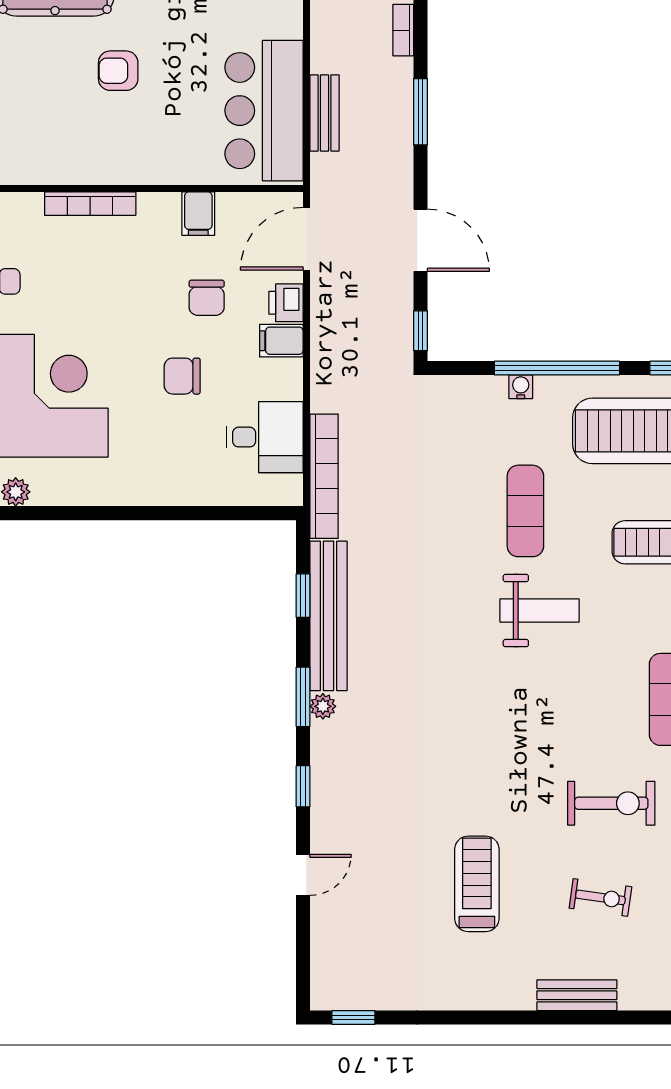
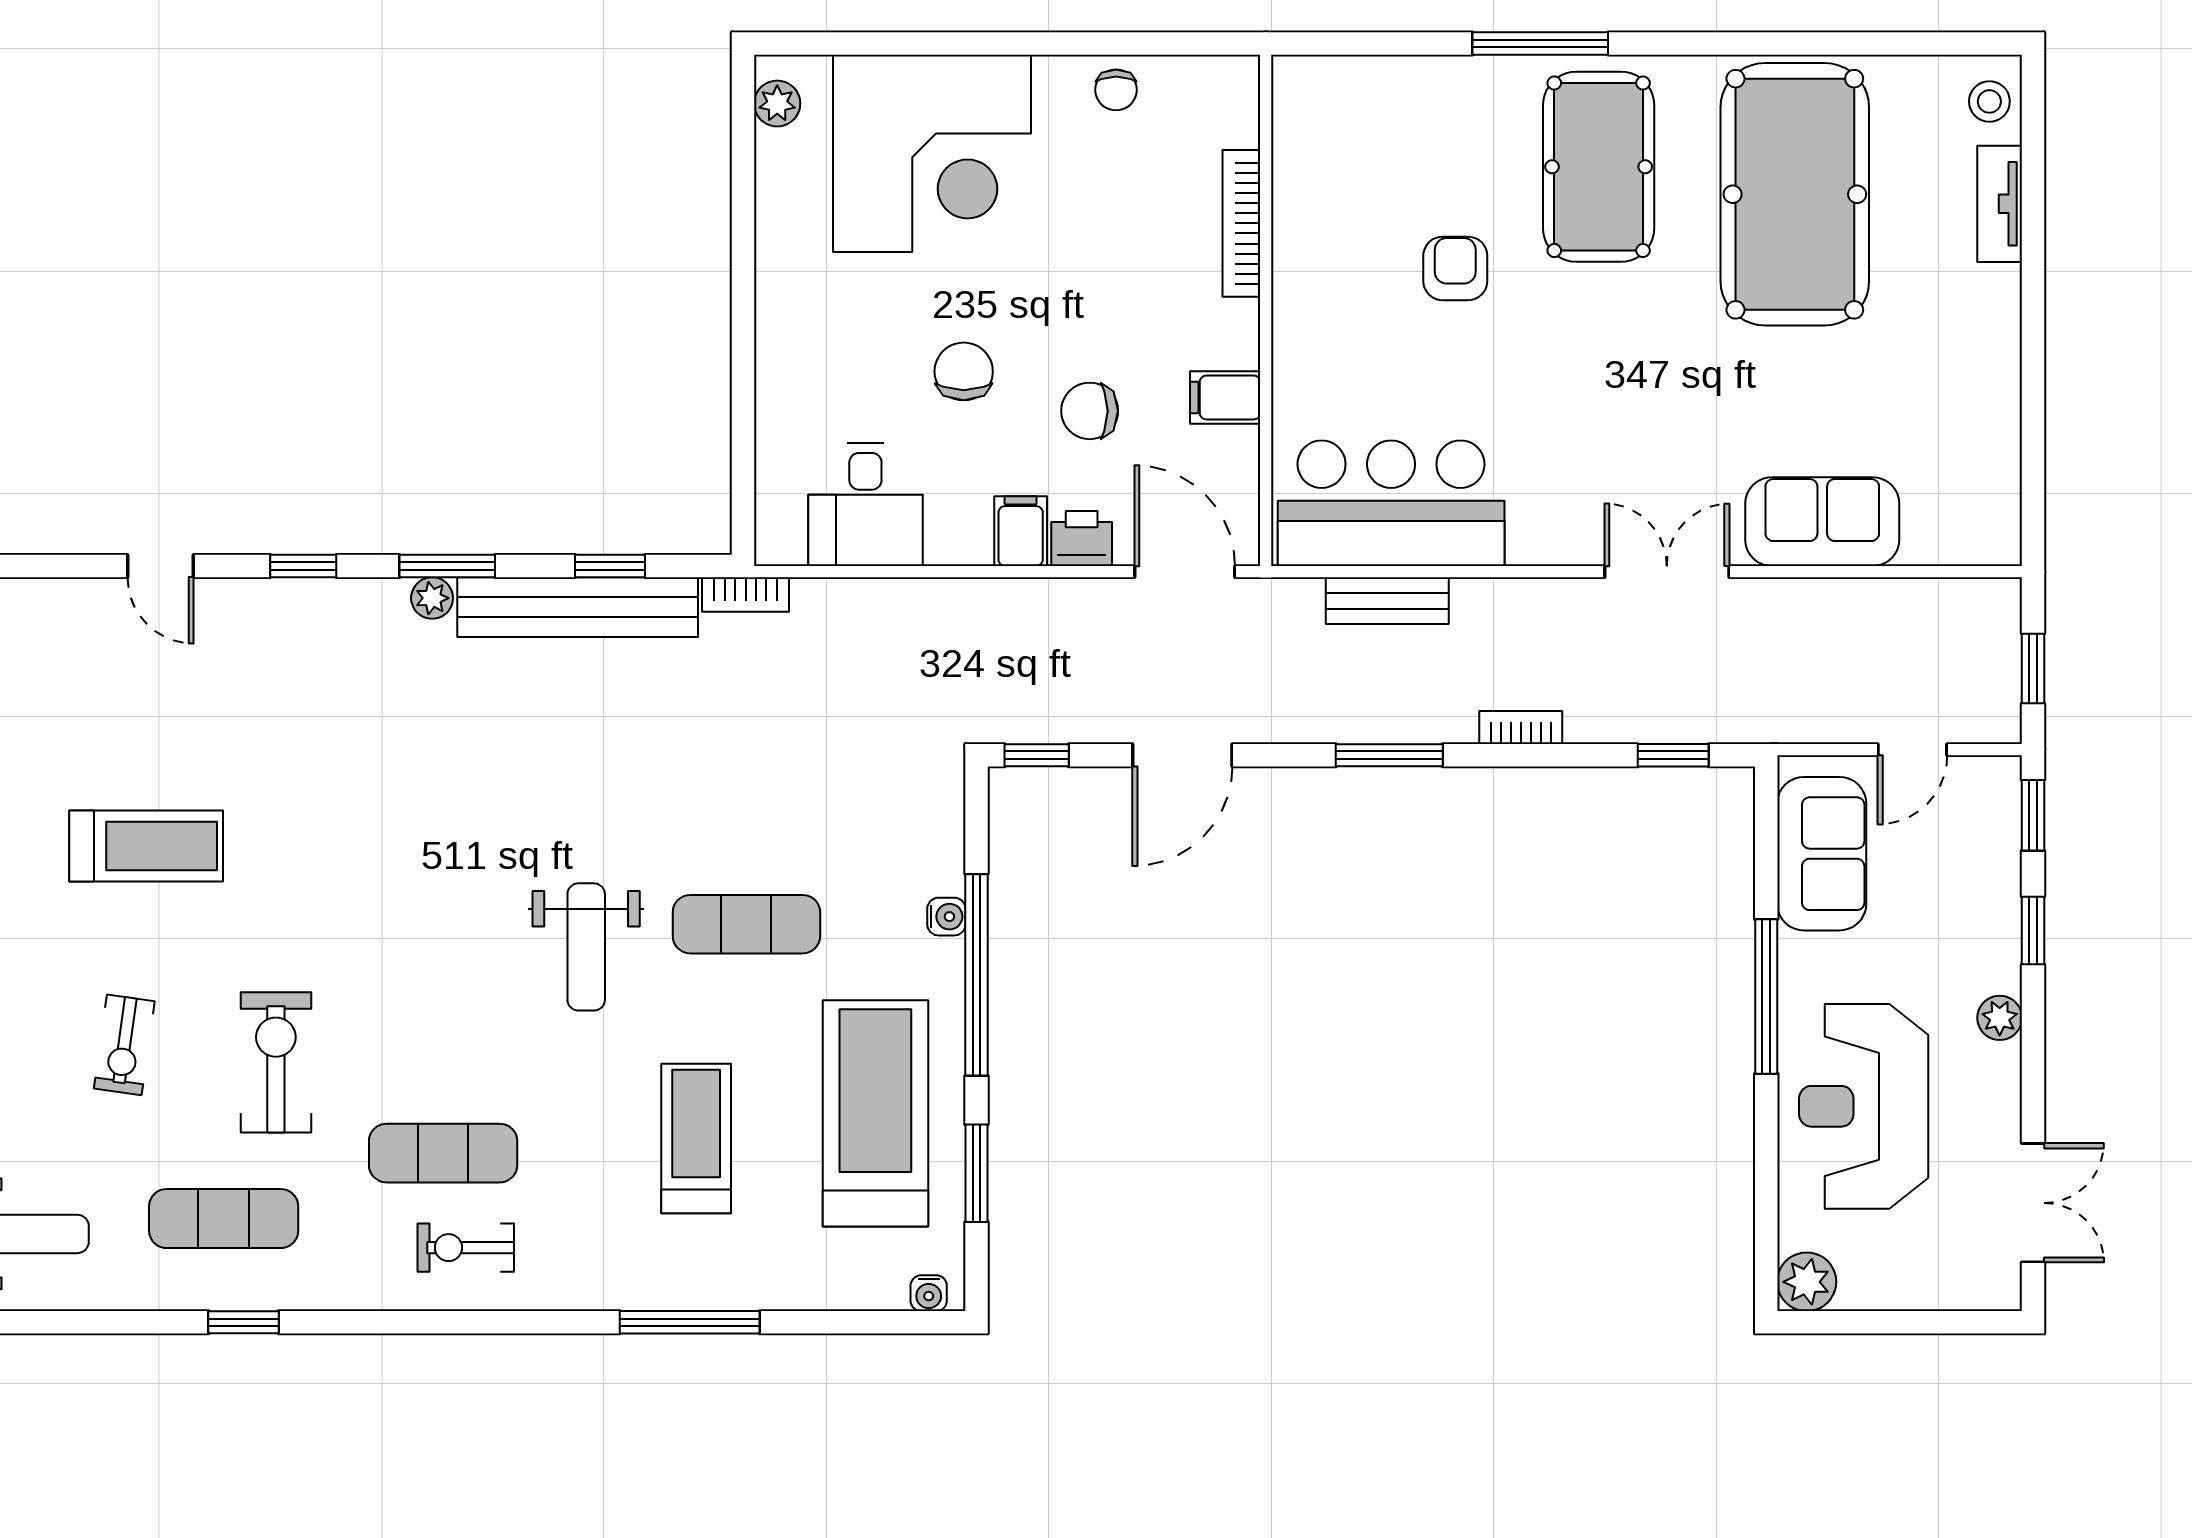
bookcase: (324, 476) -> (746, 595), width x0.43, depth x0.76
exercise bike: (611, 803) -> (276, 1062), turned 180

